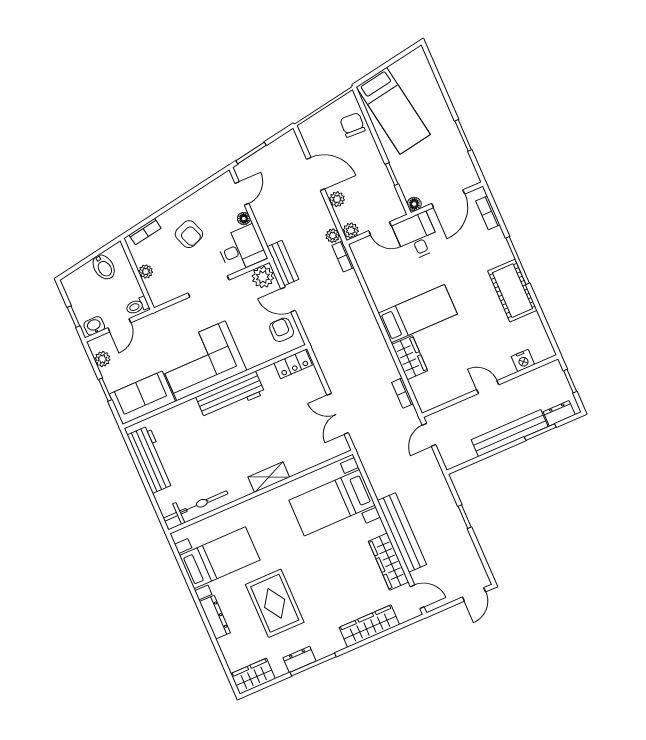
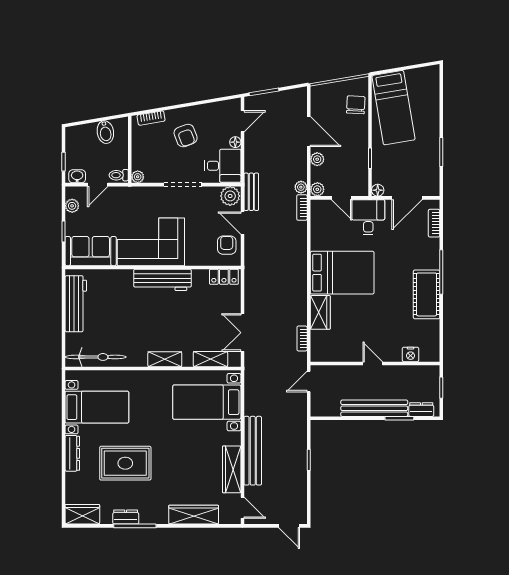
plant: (146, 272) -> (138, 177), moved
bed: (418, 314) -> (342, 273), width x1.50
shelving: (316, 456) -> (210, 359), added
door: (474, 594) -> (289, 526), hinge flipped
rug: (275, 603) -> (125, 463), turned 90

